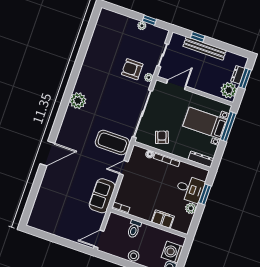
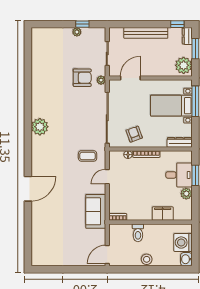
window: (198, 37) -> (177, 24), moved
armchair: (132, 69) -> (82, 78), turned 180
dresser: (238, 75) -> (187, 36), moved
coffee table: (112, 143) -> (88, 156), width x0.54, depth x0.58

